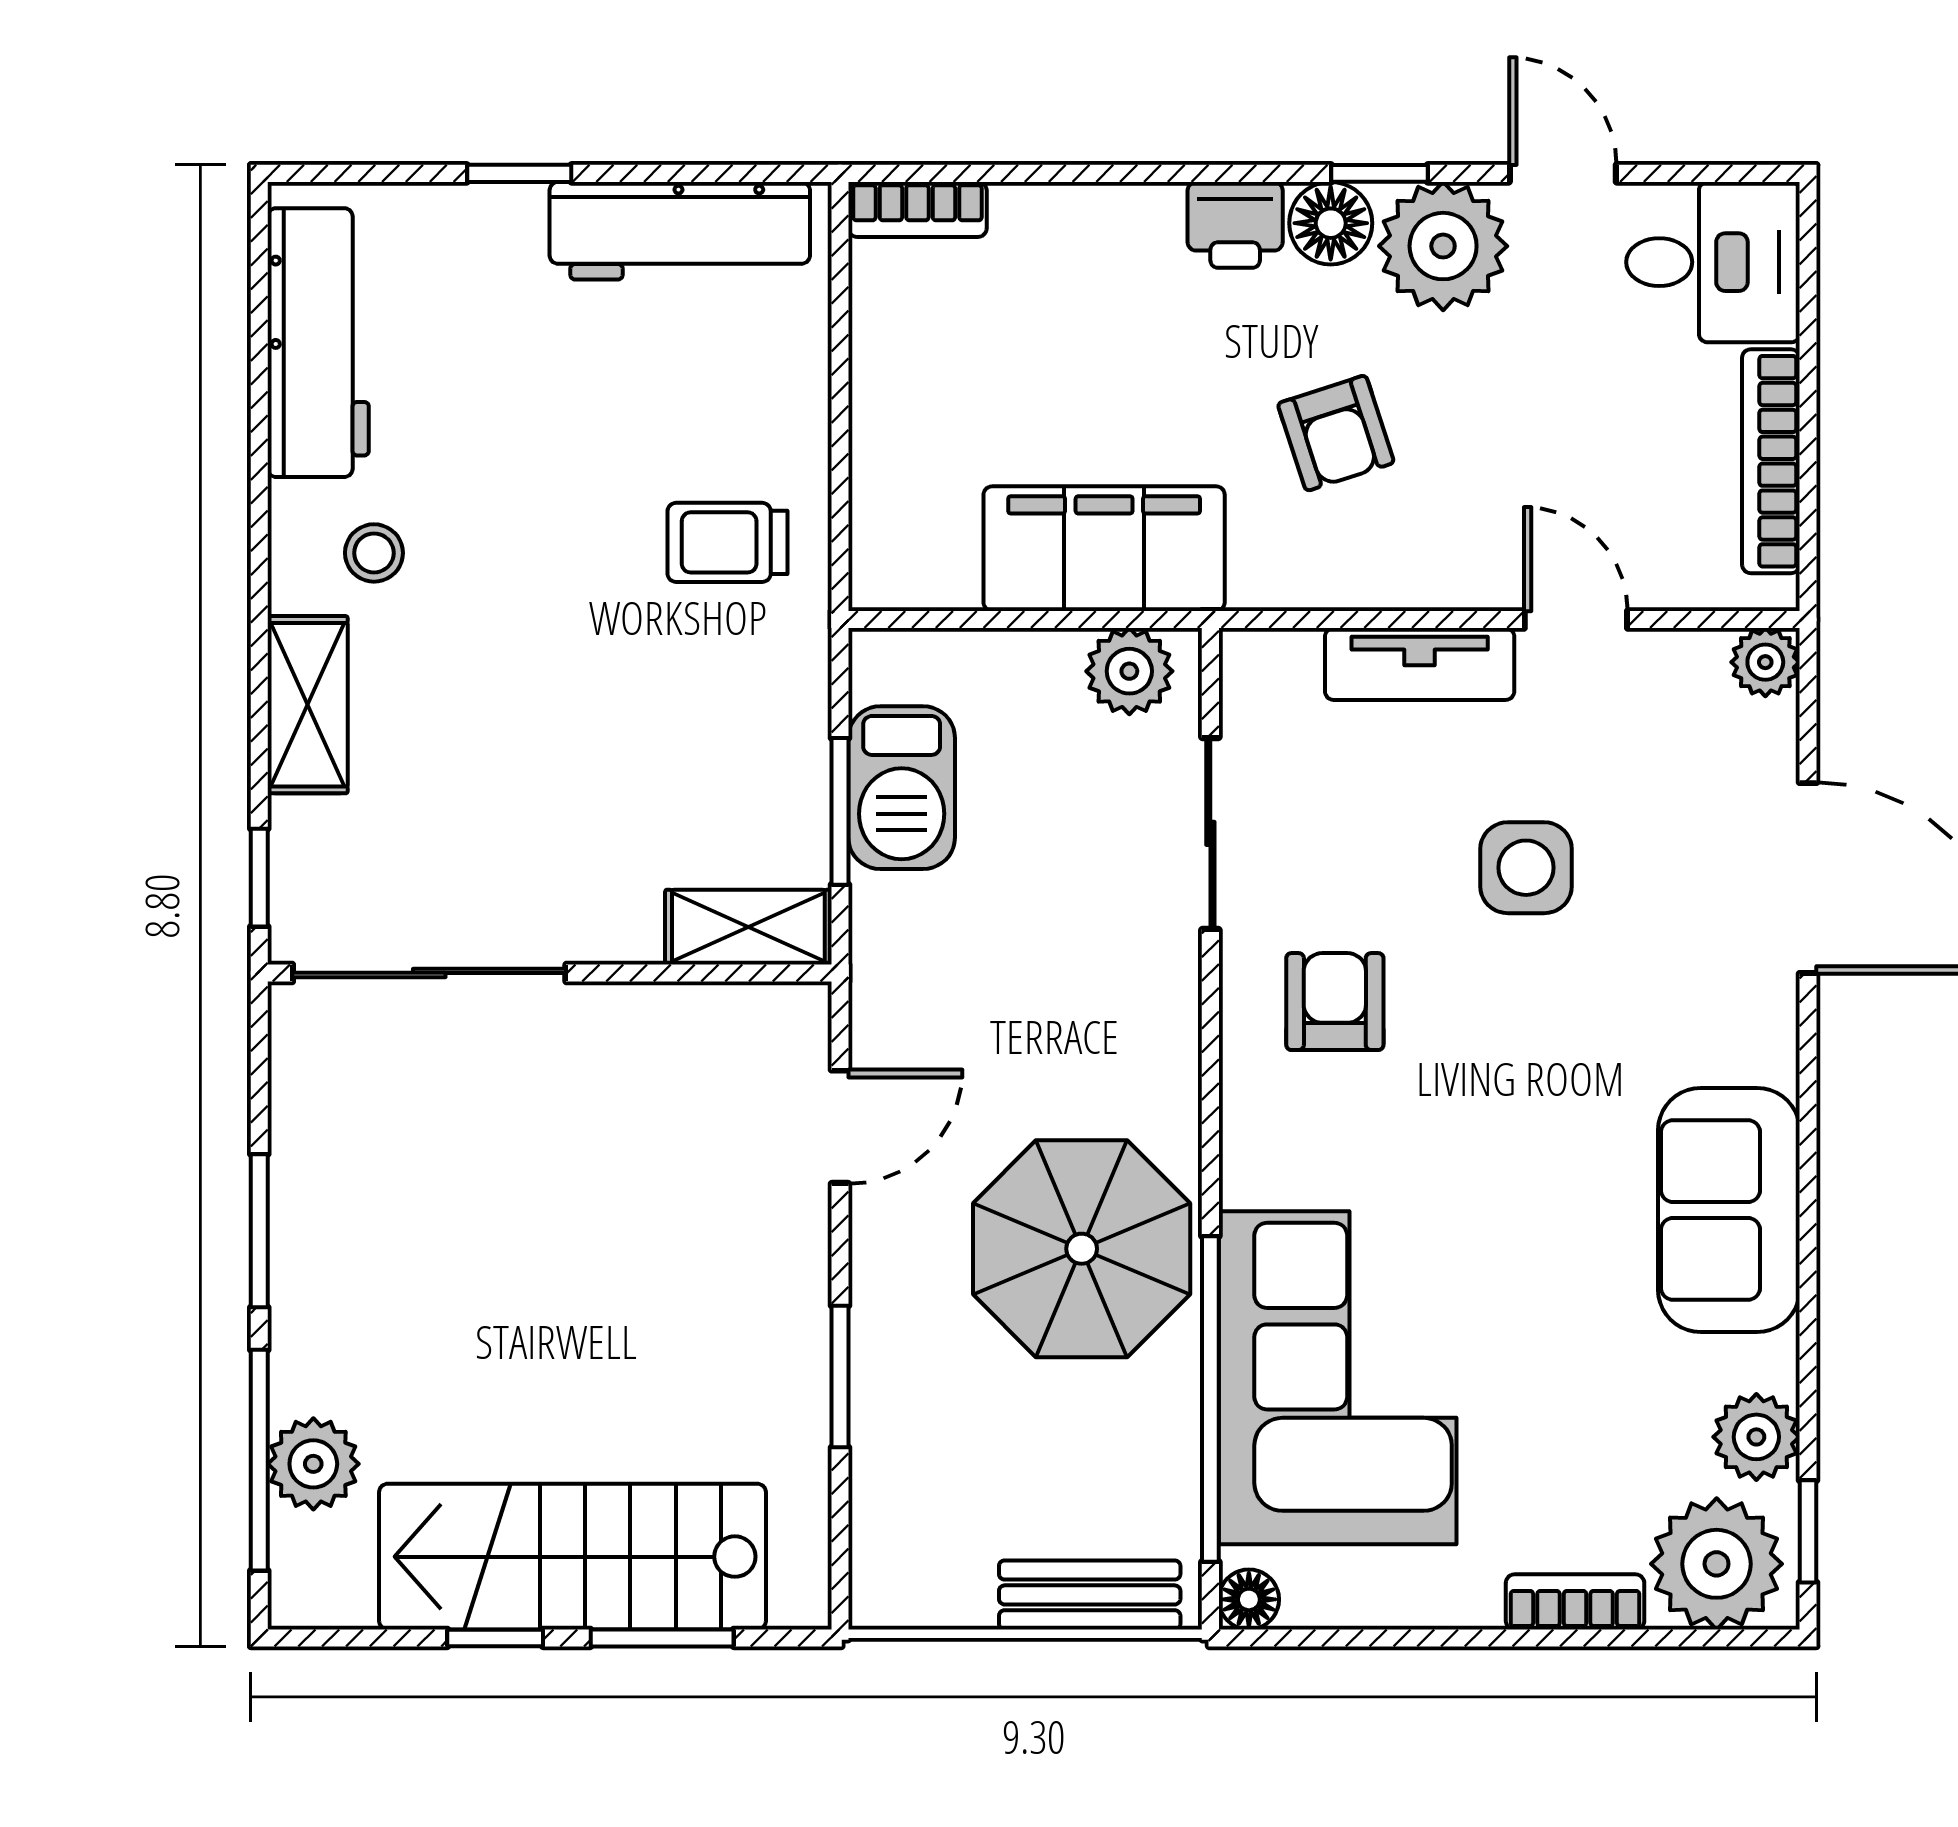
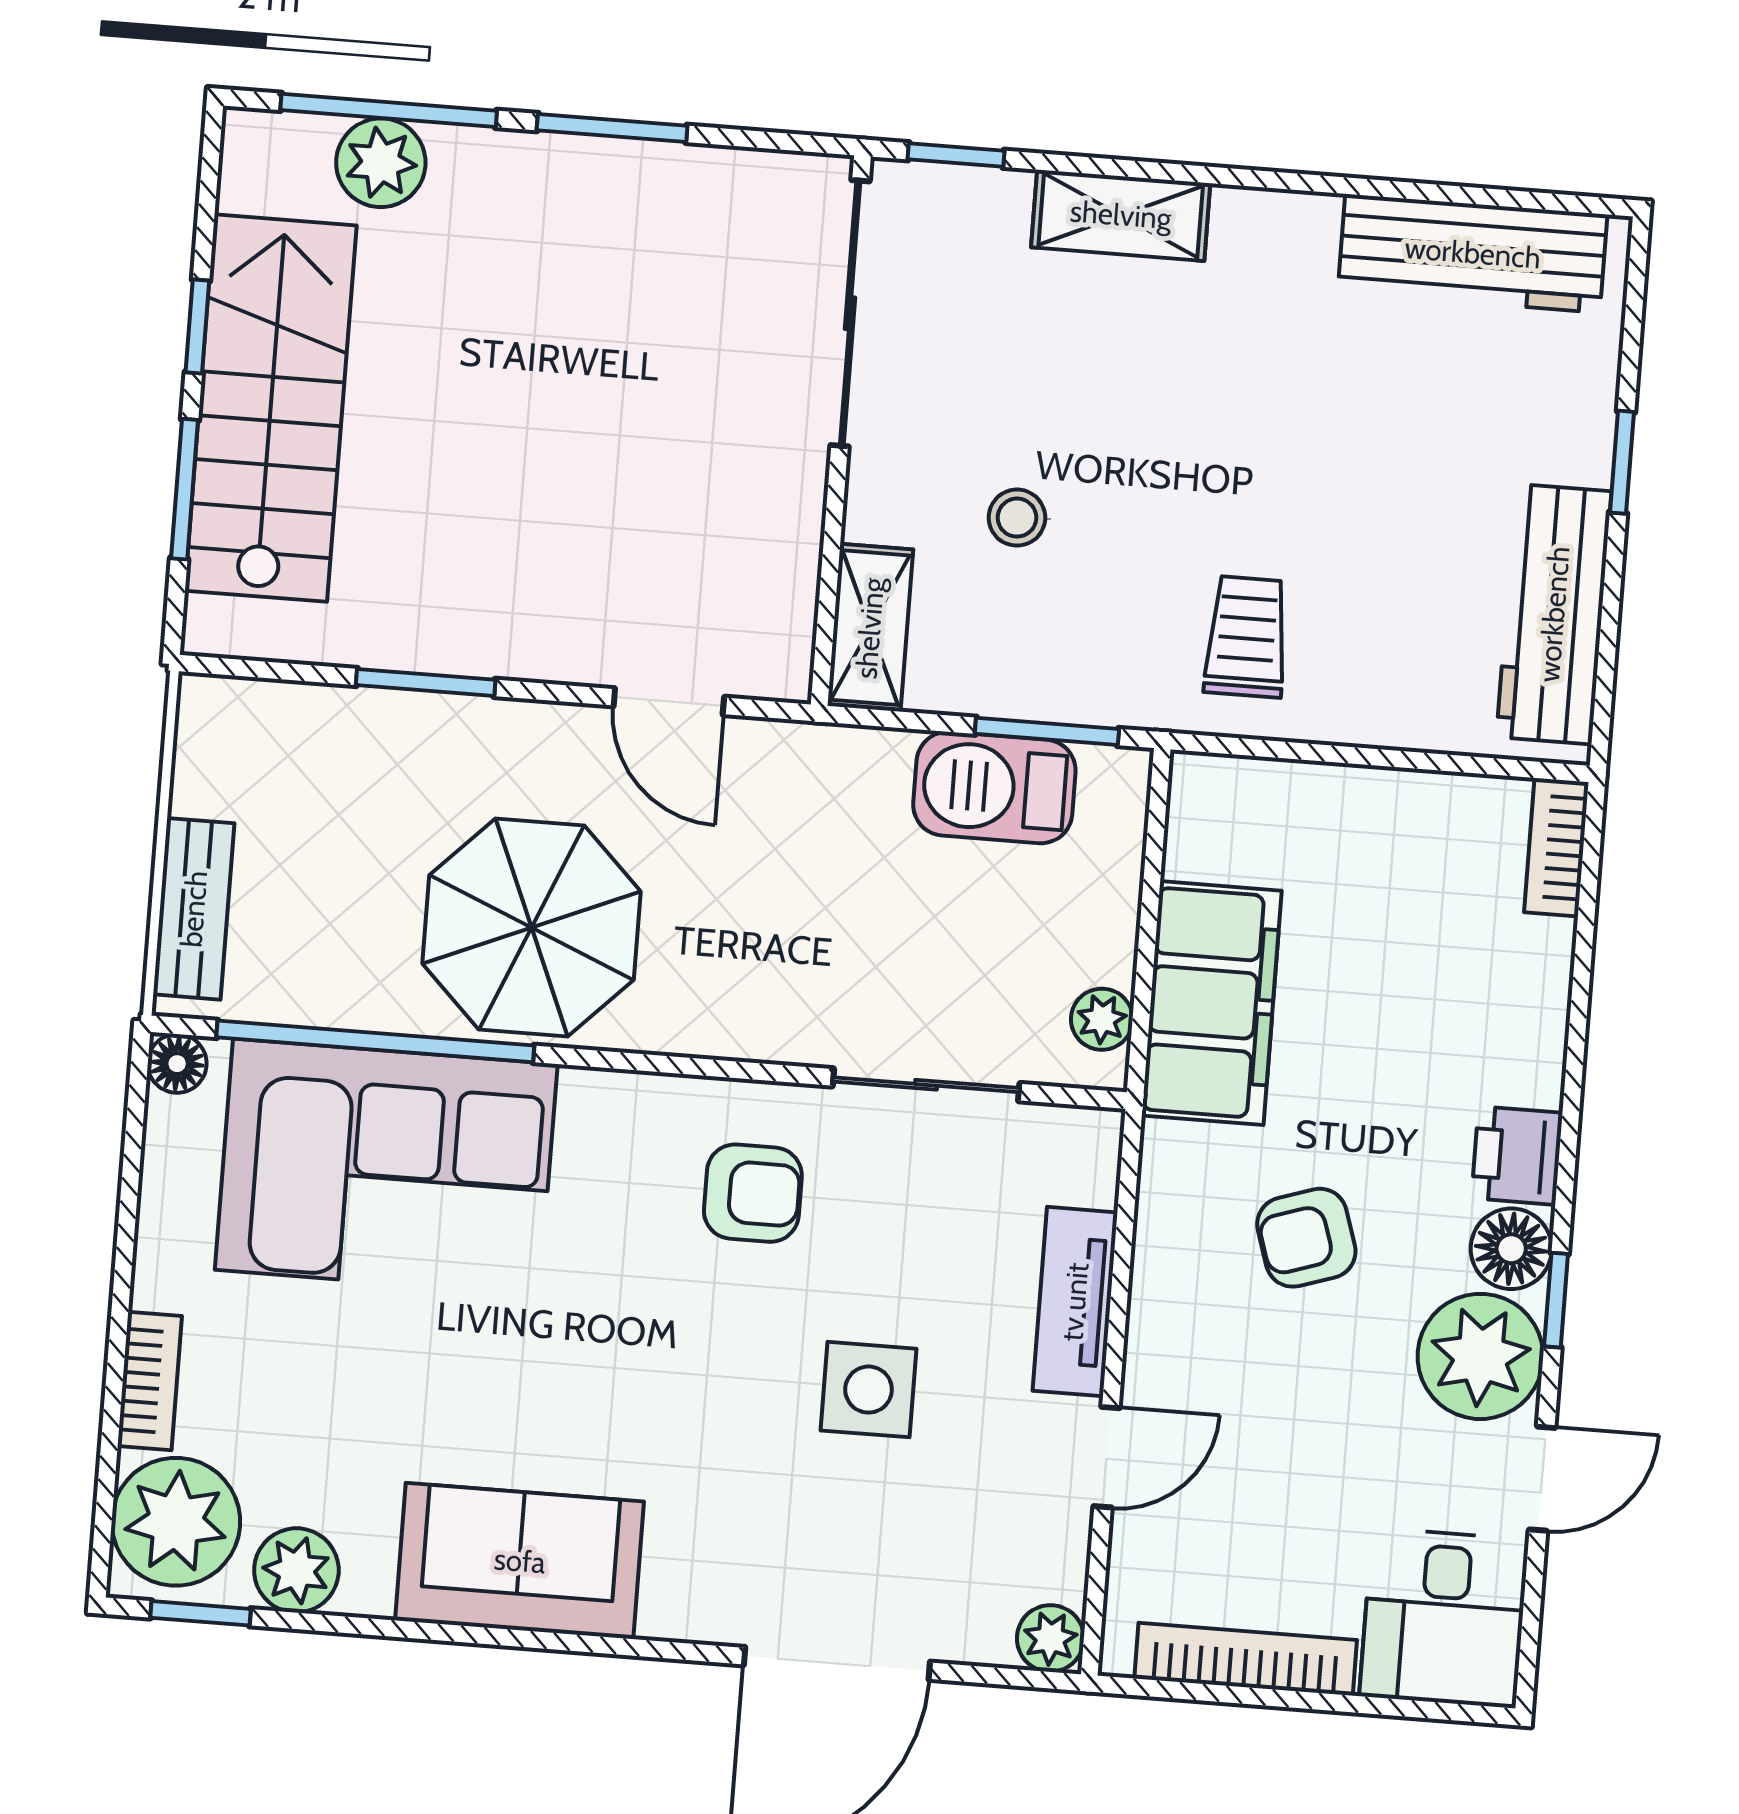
stool: (374, 553) -> (1017, 518), moved
plant: (1129, 671) -> (1102, 1019), width x0.73, depth x0.73
window: (840, 811) -> (1047, 731), moved

